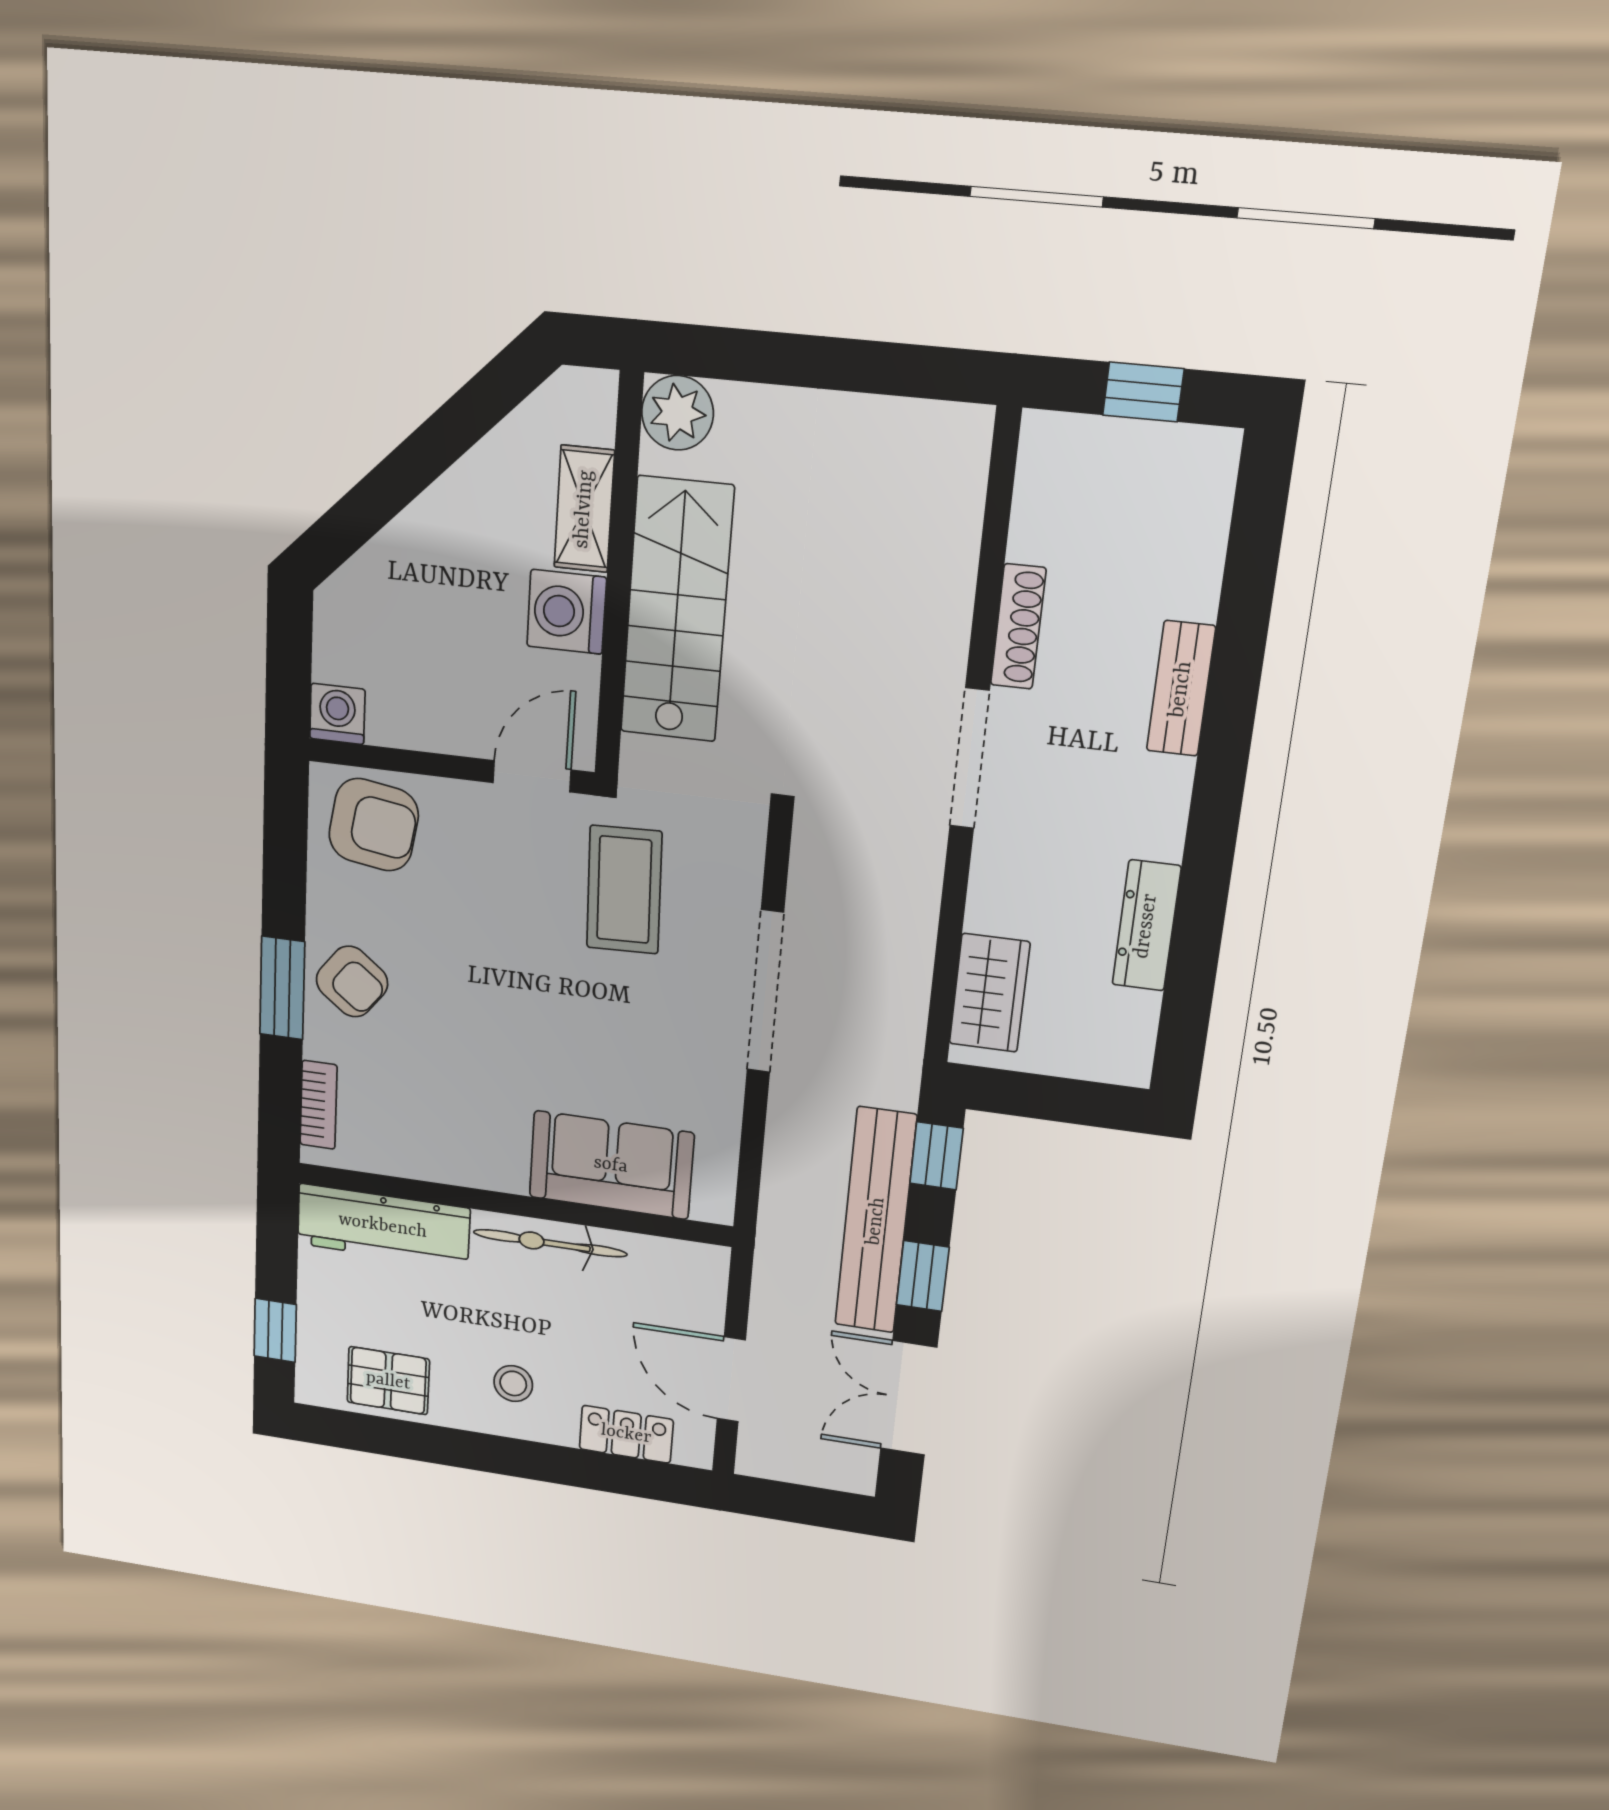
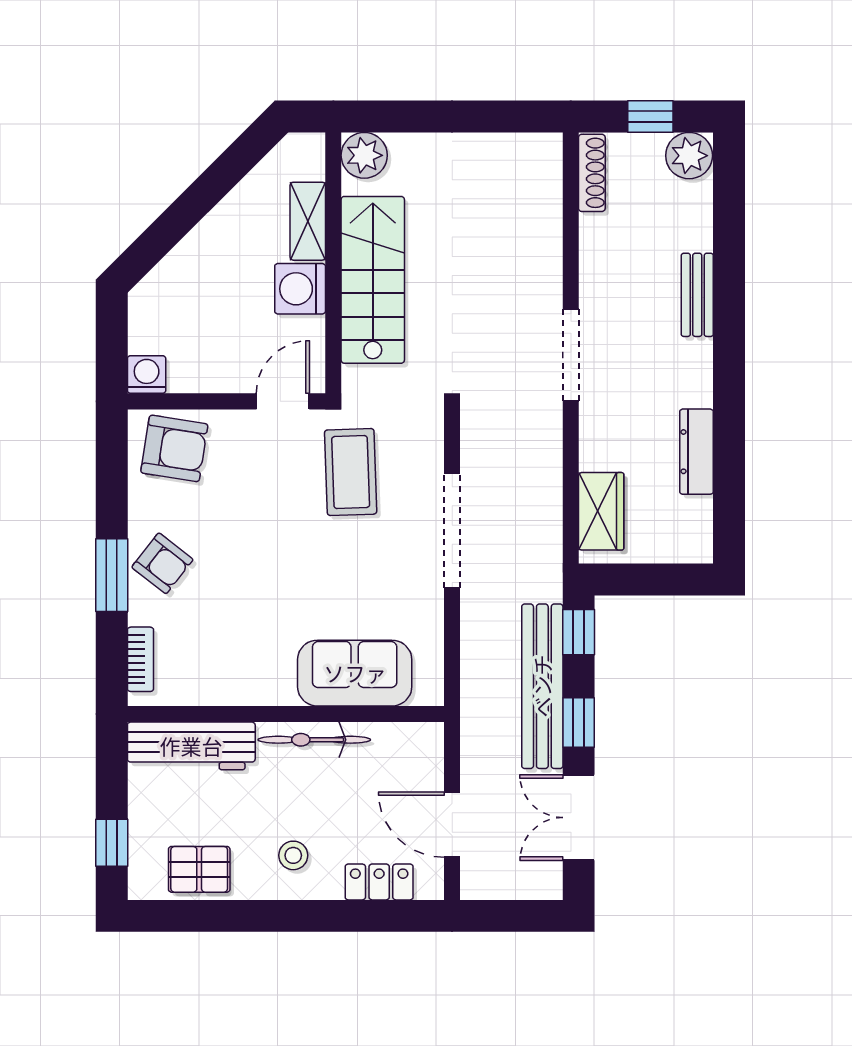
plant: (1199, 463) -> (689, 156), added
shoe rack: (1018, 627) -> (592, 173), moved

